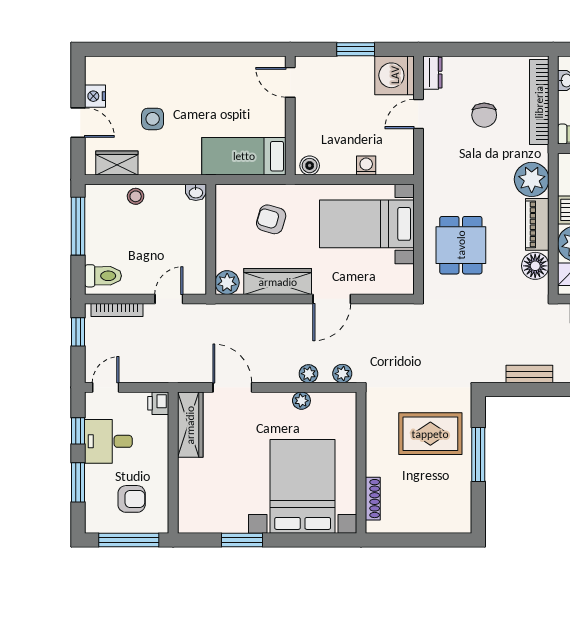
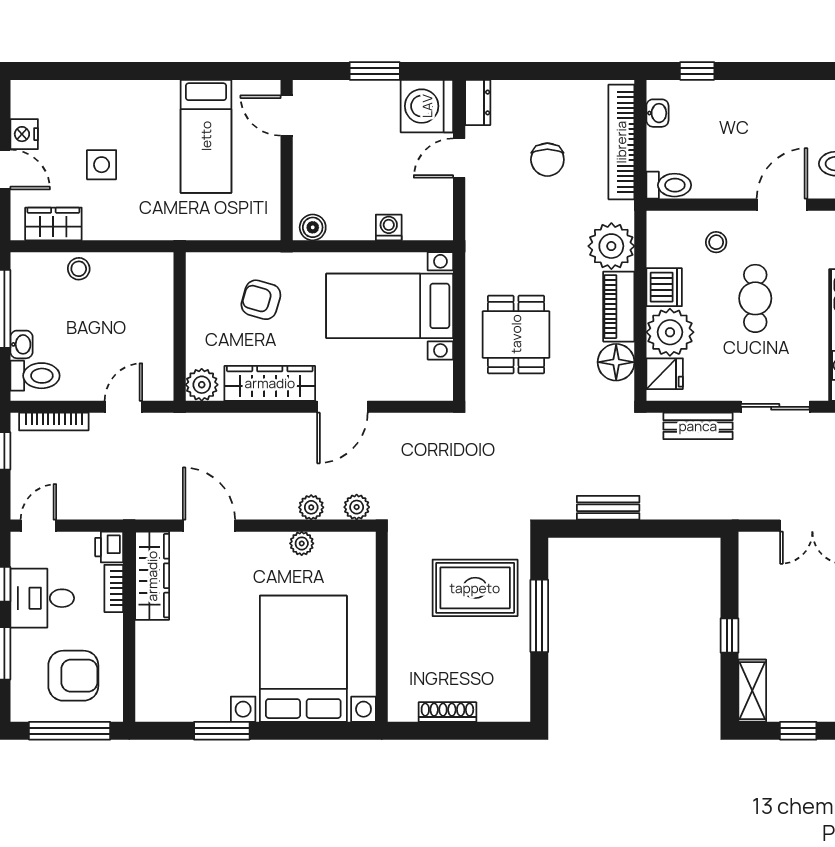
bed: (244, 156) -> (206, 136), moved, turned -90
washbasin: (196, 192) -> (21, 344), moved, turned -90
bookcase: (162, 434) -> (114, 588), added
armchair: (132, 499) -> (73, 676), width x1.38, depth x1.38
shoe rack: (373, 499) -> (447, 712), moved, turned -90

